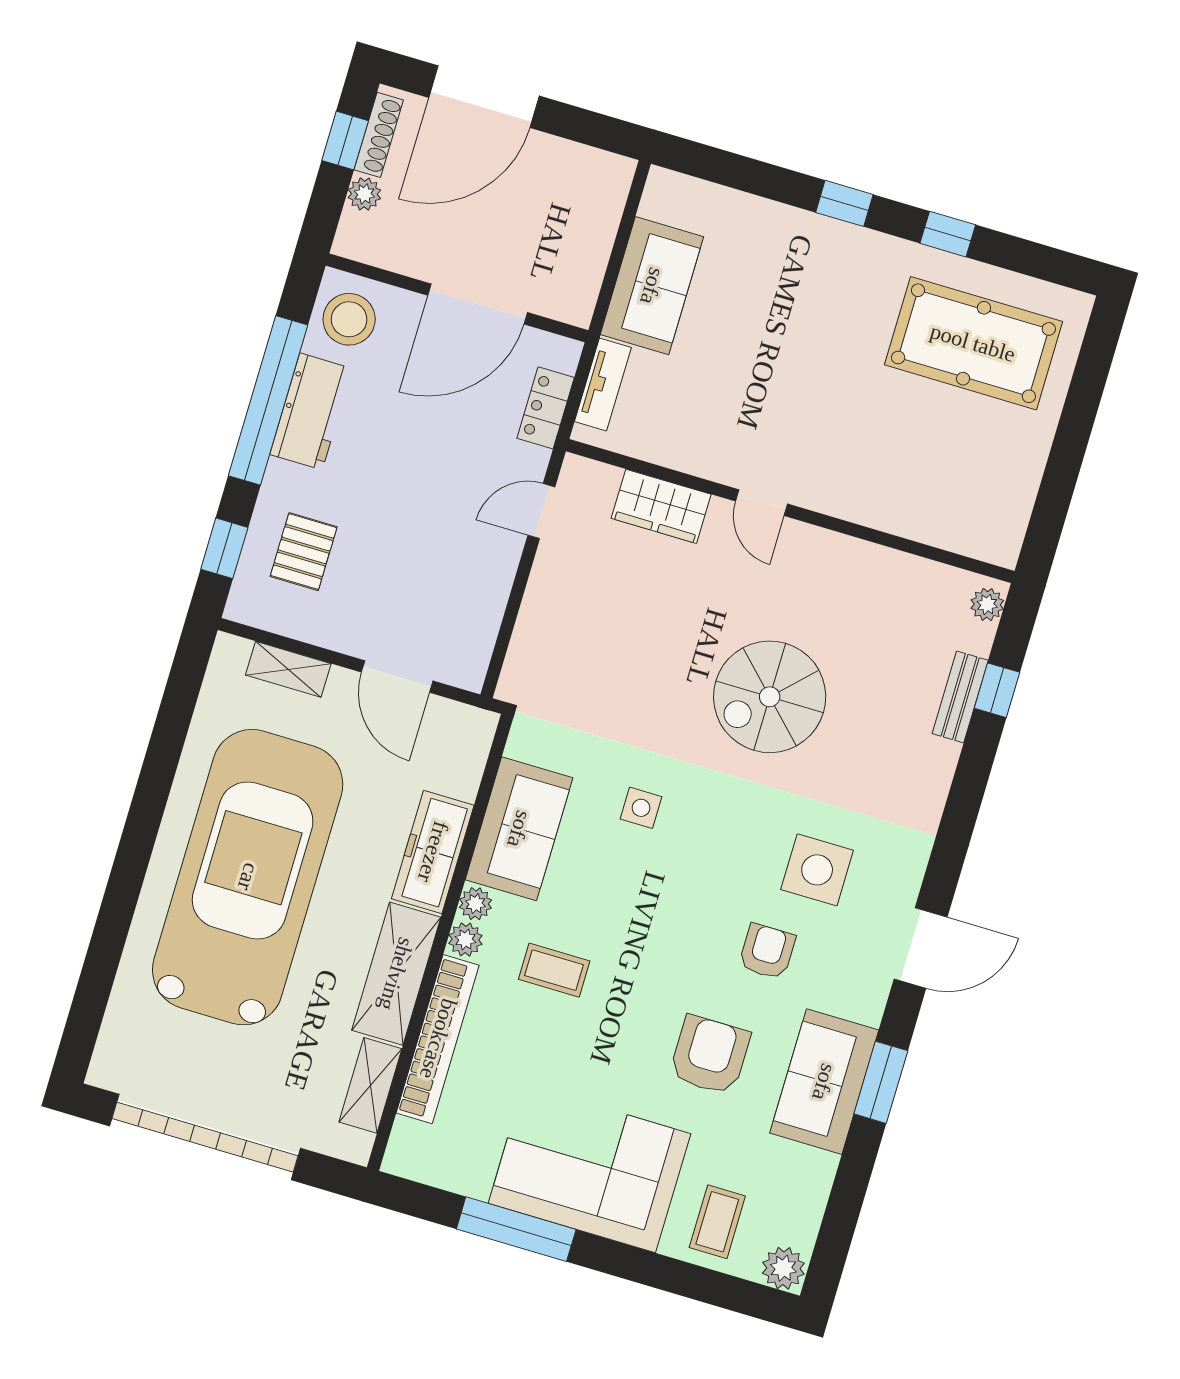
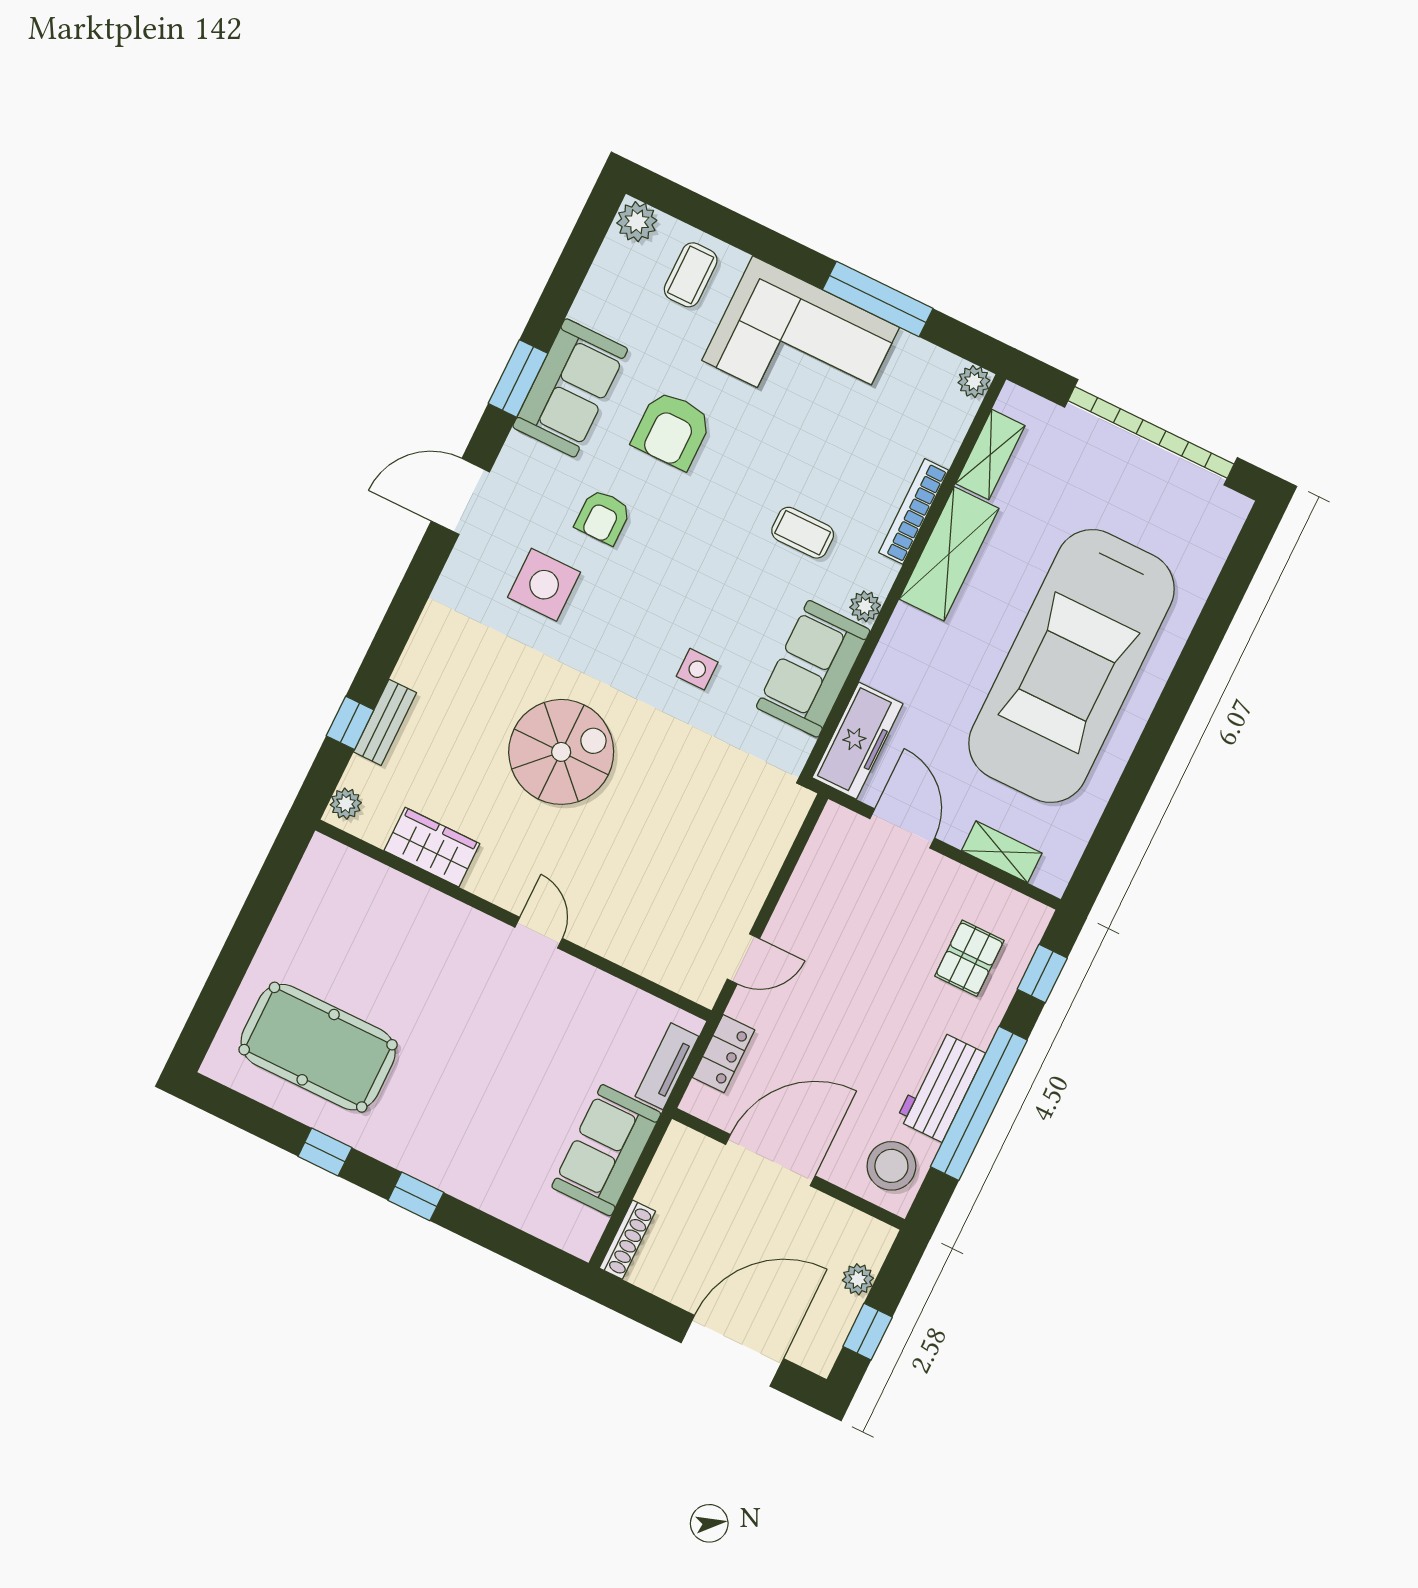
shoe rack: (379, 135) -> (627, 1240), moved, turned 180
wardrobe: (661, 506) -> (432, 847), moved
freezer: (433, 852) -> (858, 741), moved
plant: (465, 939) -> (974, 382), moved
bookcase: (438, 1039) -> (914, 511), width x0.68, depth x0.76

